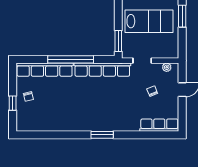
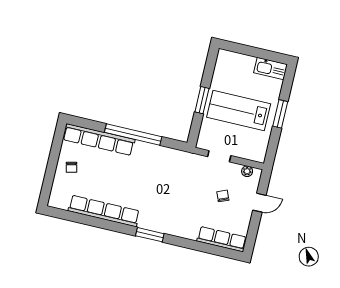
lab bench: (149, 21) -> (239, 111), turned 180
window: (118, 41) -> (202, 100), moved
row of seats: (102, 70) -> (104, 211), moved, turned 180
window: (13, 103) -> (51, 171), removed

